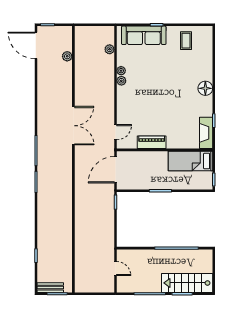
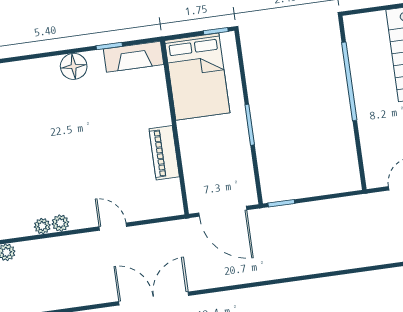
floor lamp: (205, 88) -> (74, 66), moved
door: (115, 132) -> (113, 227), moved
bed: (190, 161) -> (197, 77), width x1.50

